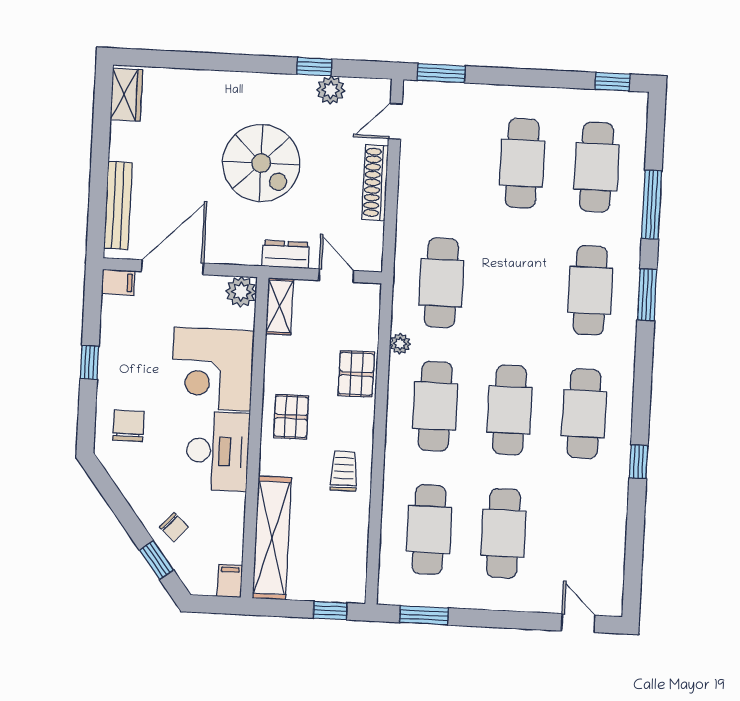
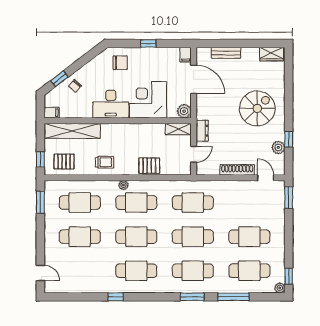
plant: (637, 103) -> (280, 288), added
spiral stairs: (261, 163) -> (257, 108), moved, turned 180
bench: (118, 206) -> (226, 53), width x0.73
cafe table: (516, 287) -> (193, 237), added
plant: (400, 344) -> (123, 185), moved
pallet: (291, 417) -> (64, 162), moved
door: (578, 623) -> (40, 273), hinge flipped

